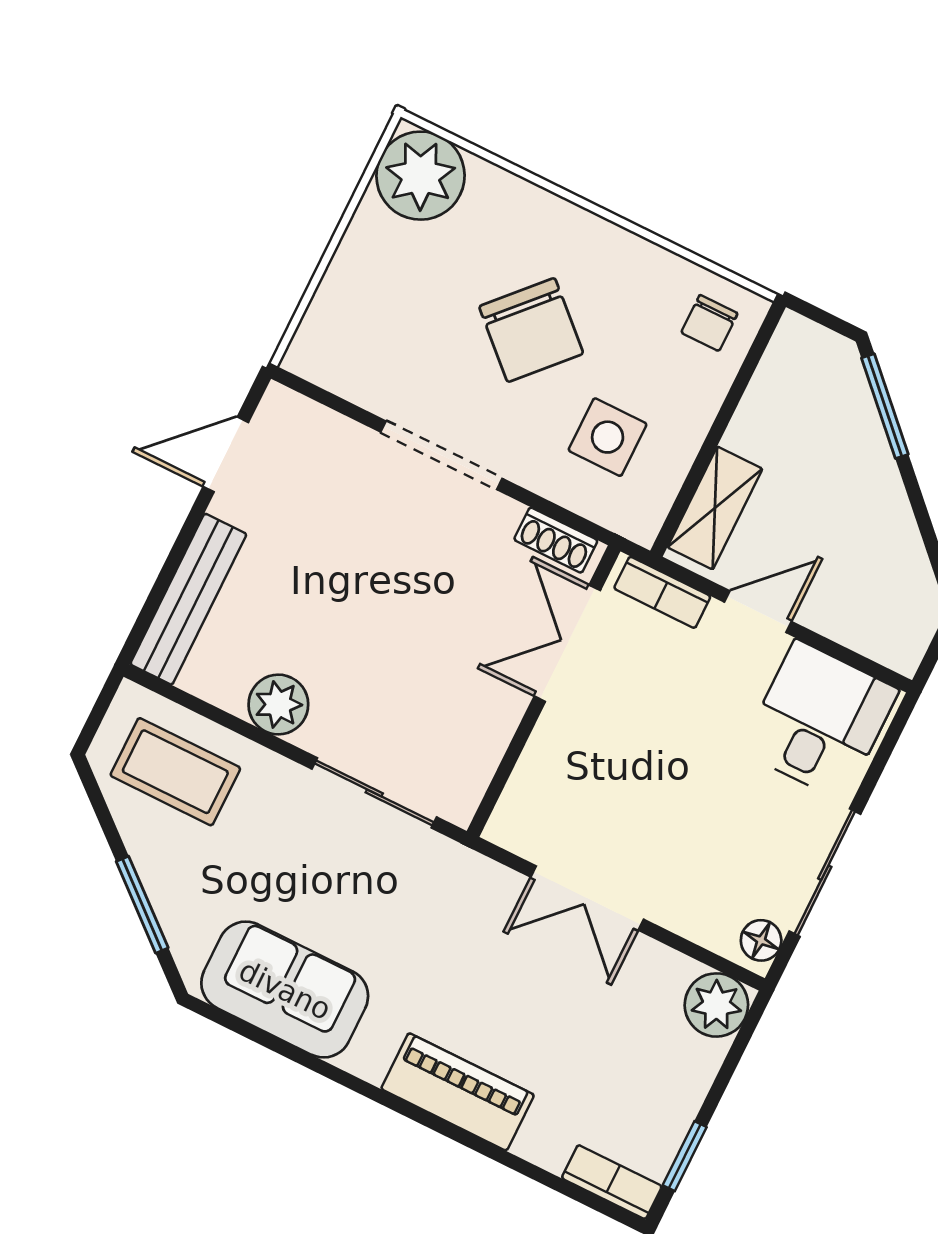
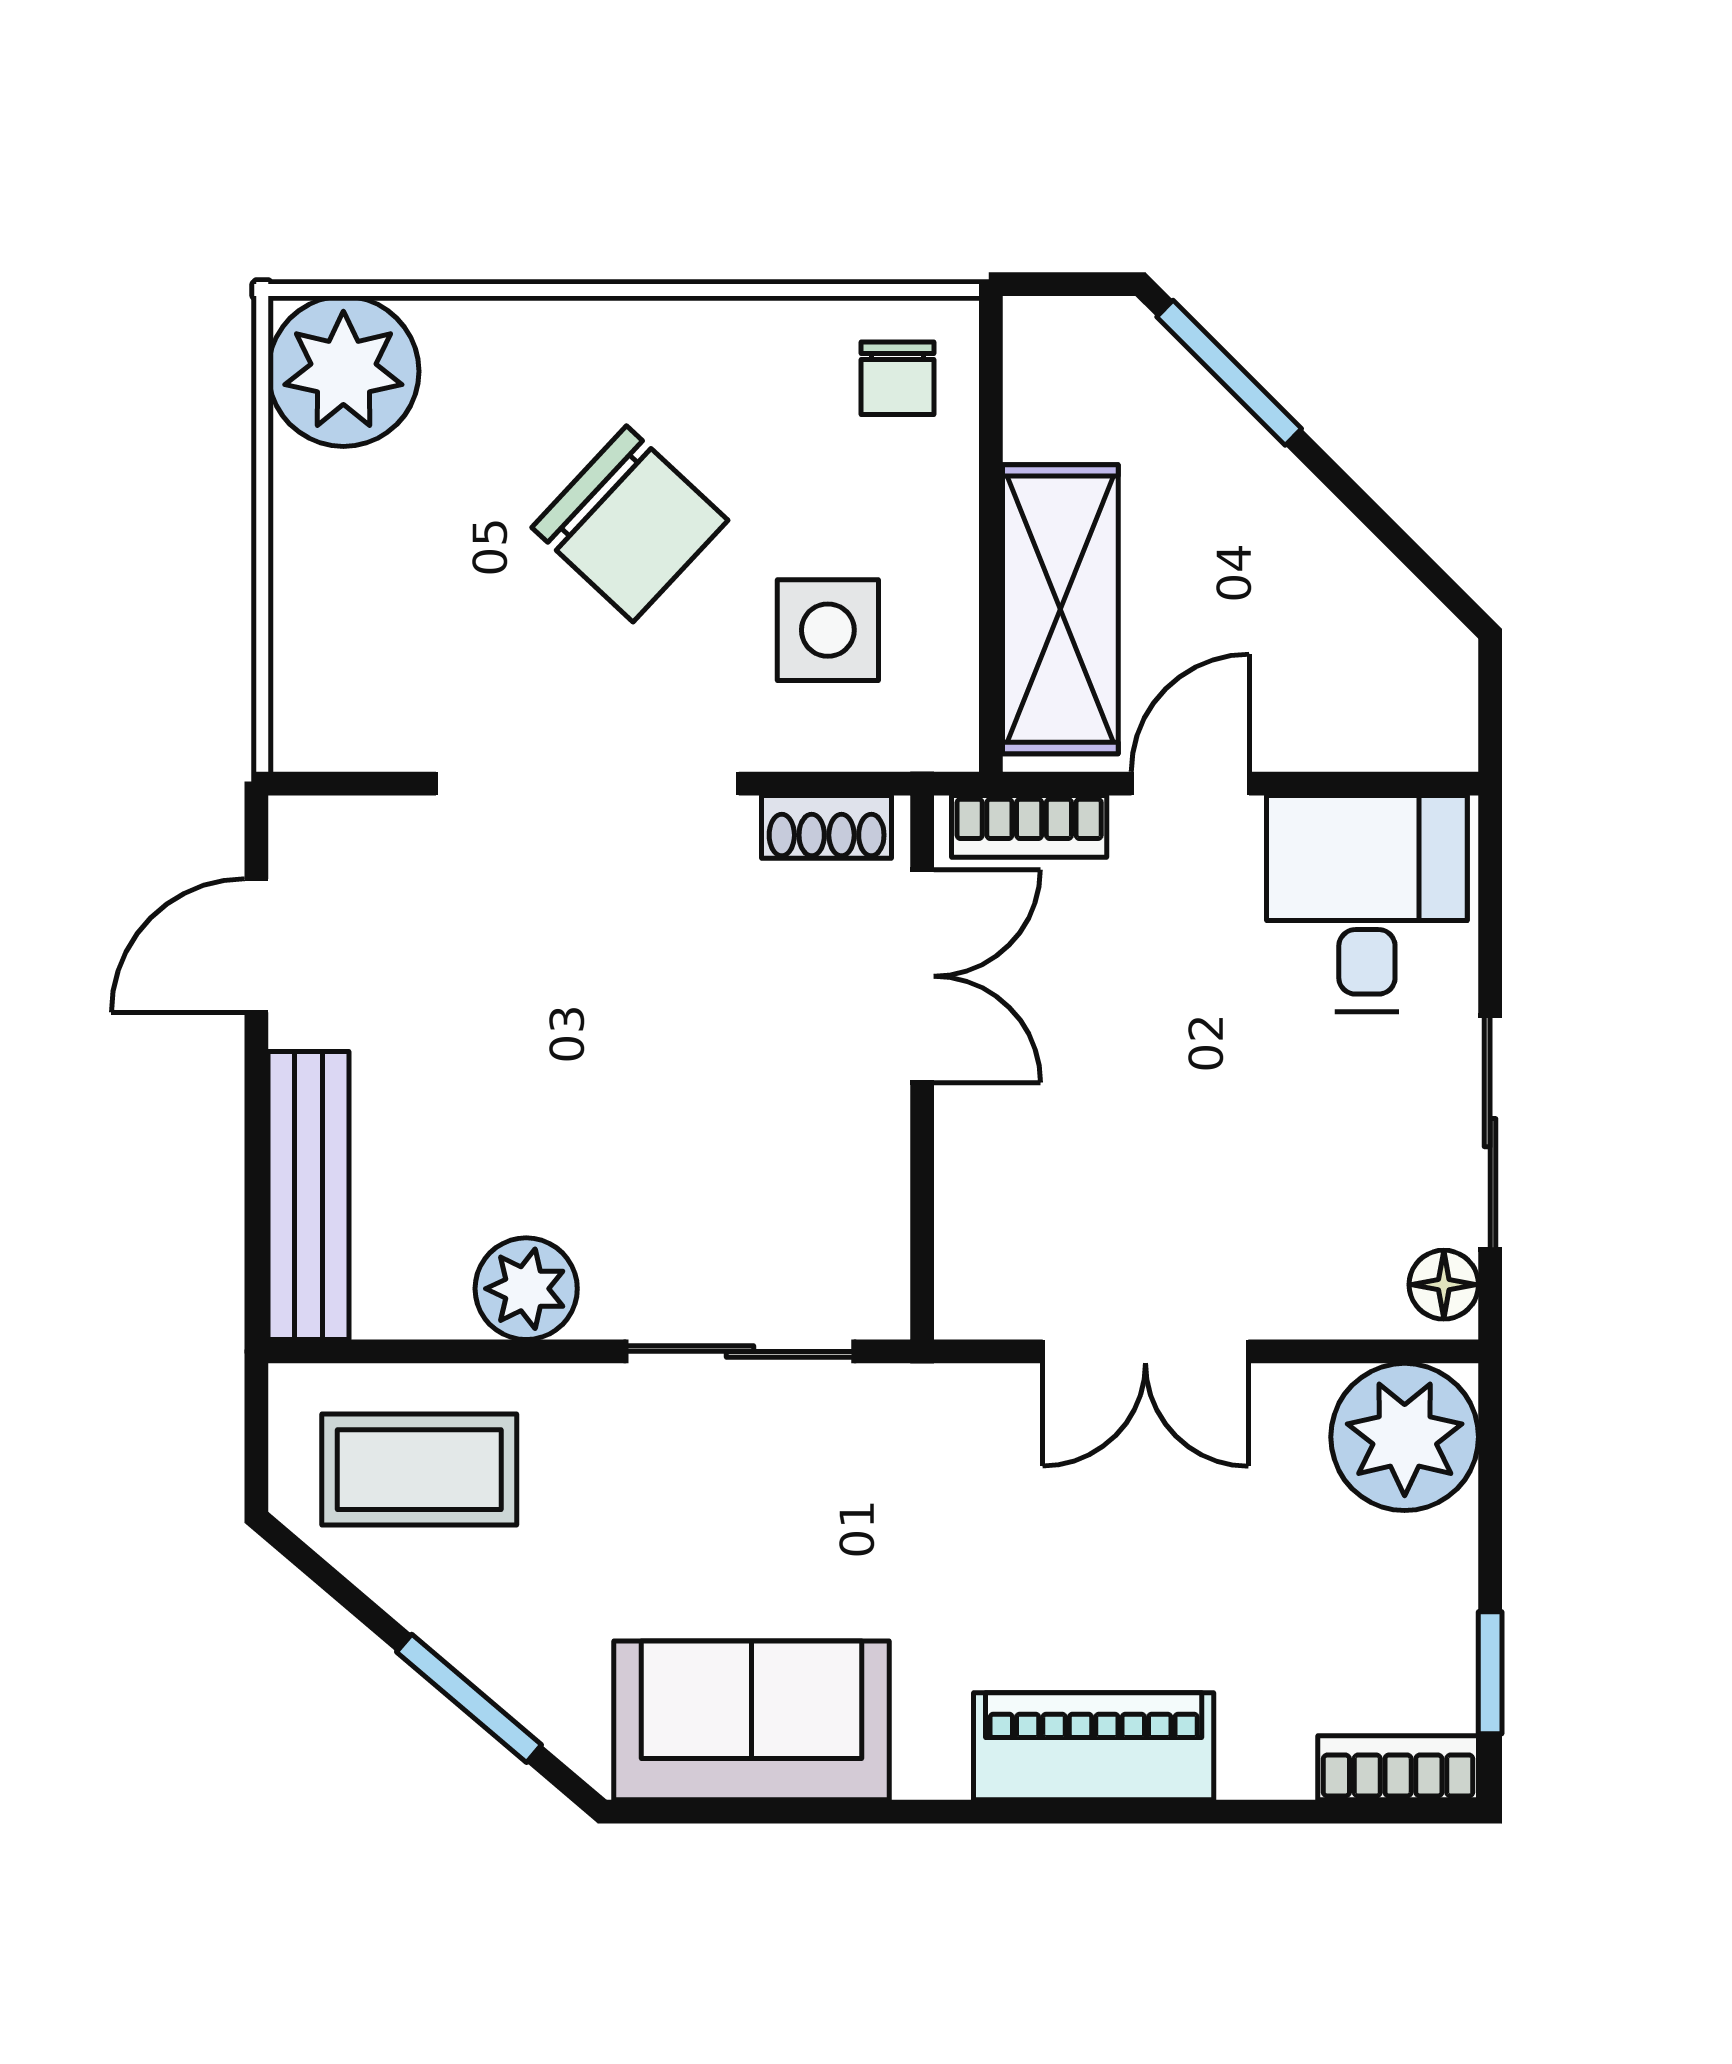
doorway: (442, 455) -> (587, 784), width x1.36
shelving: (715, 508) -> (1060, 609), width x1.50, depth x1.33
double door: (567, 643) -> (922, 976), swing flipped
plant: (716, 1005) -> (1405, 1437), width x1.36, depth x1.36

